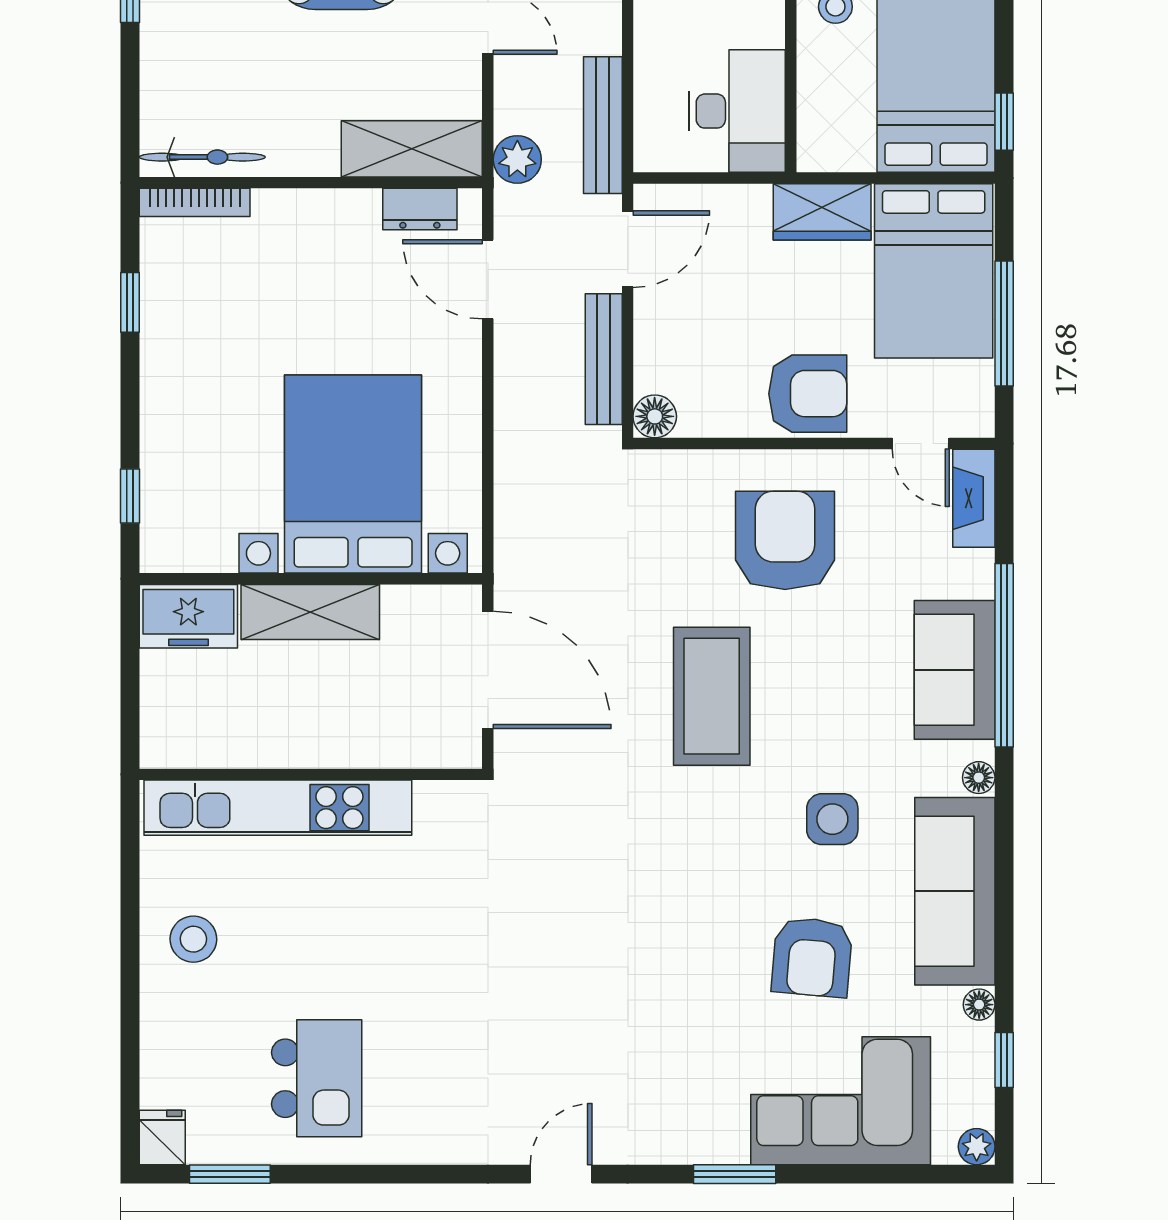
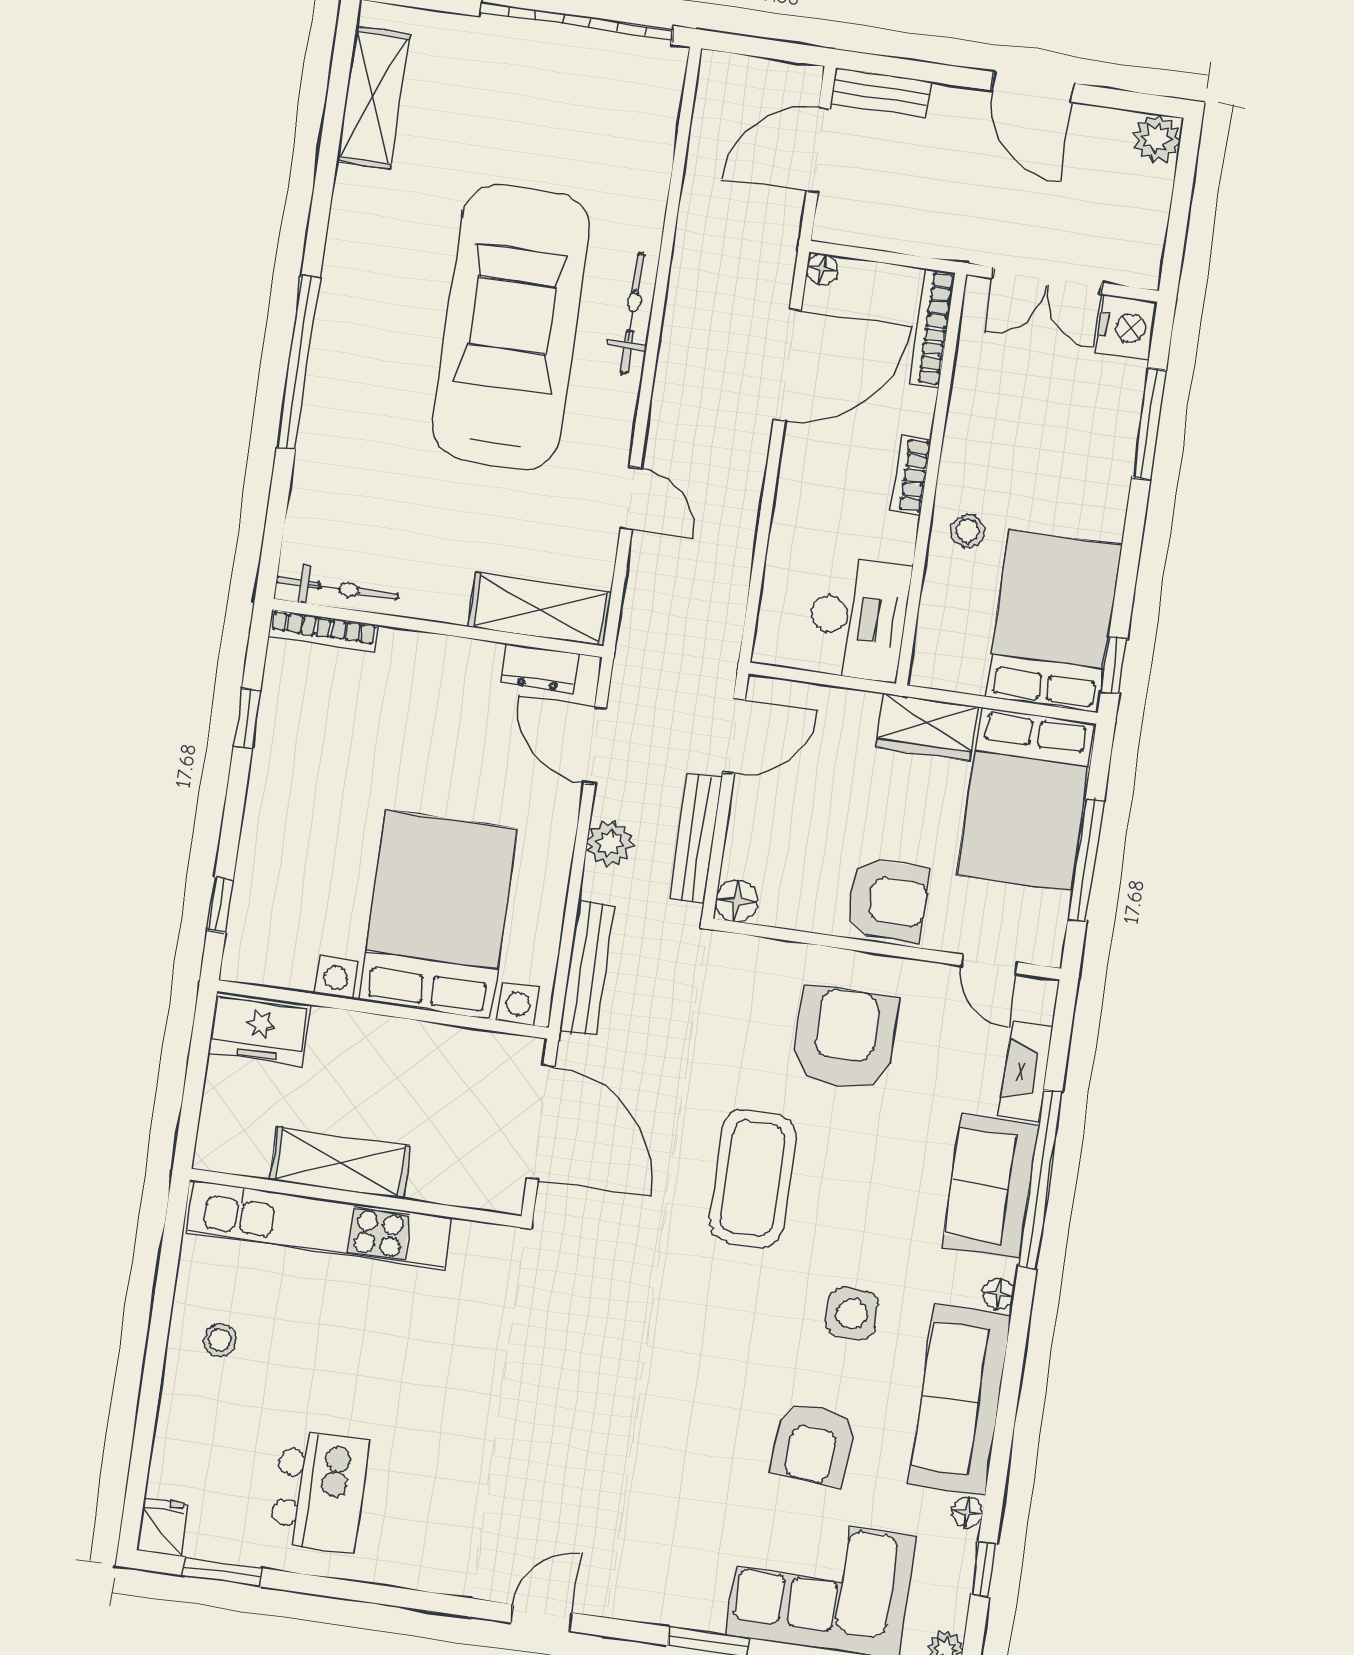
bench: (603, 125) -> (587, 968), moved
plant: (517, 159) -> (610, 843), moved
fireplace: (974, 498) -> (1026, 1071), moved
shelving: (310, 612) -> (340, 1163), moved
stool: (193, 939) -> (220, 1340), width x0.73, depth x0.73

